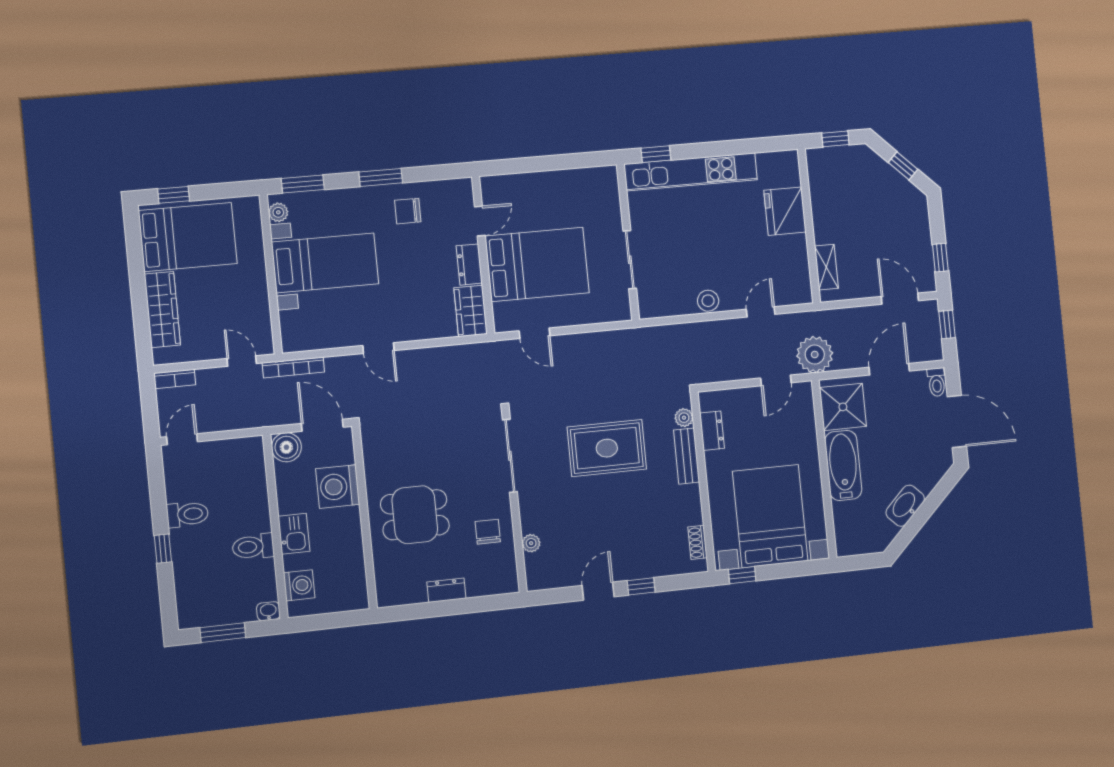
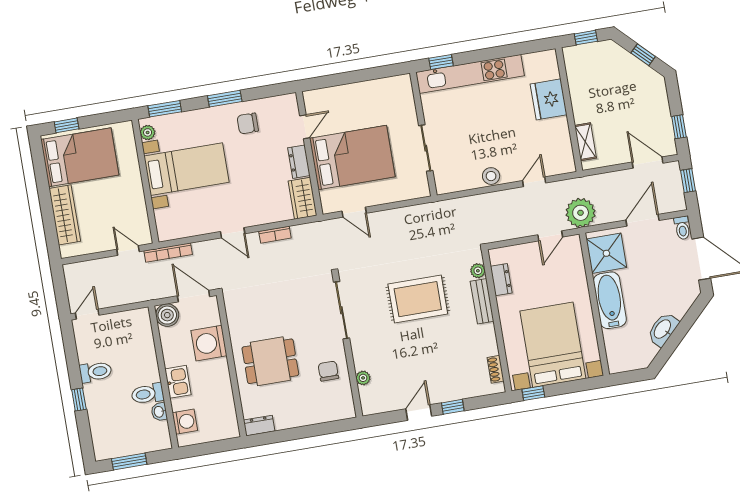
bookcase: (175, 379) -> (275, 235), moved
dresser: (446, 590) -> (259, 426), moved
washbasin: (268, 611) -> (159, 412), moved, turned -90

